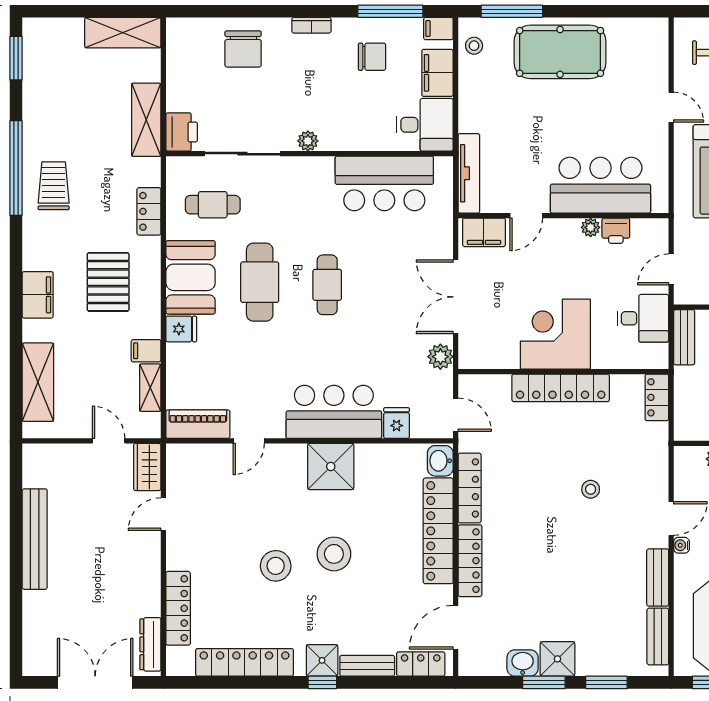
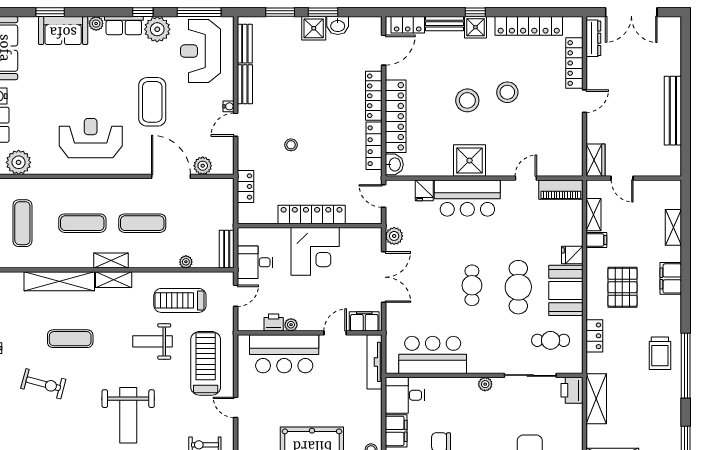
shelving: (38, 382) -> (673, 227), width x0.67, depth x0.75
locker: (657, 397) -> (245, 186), moved
door: (163, 514) -> (584, 101), moved

